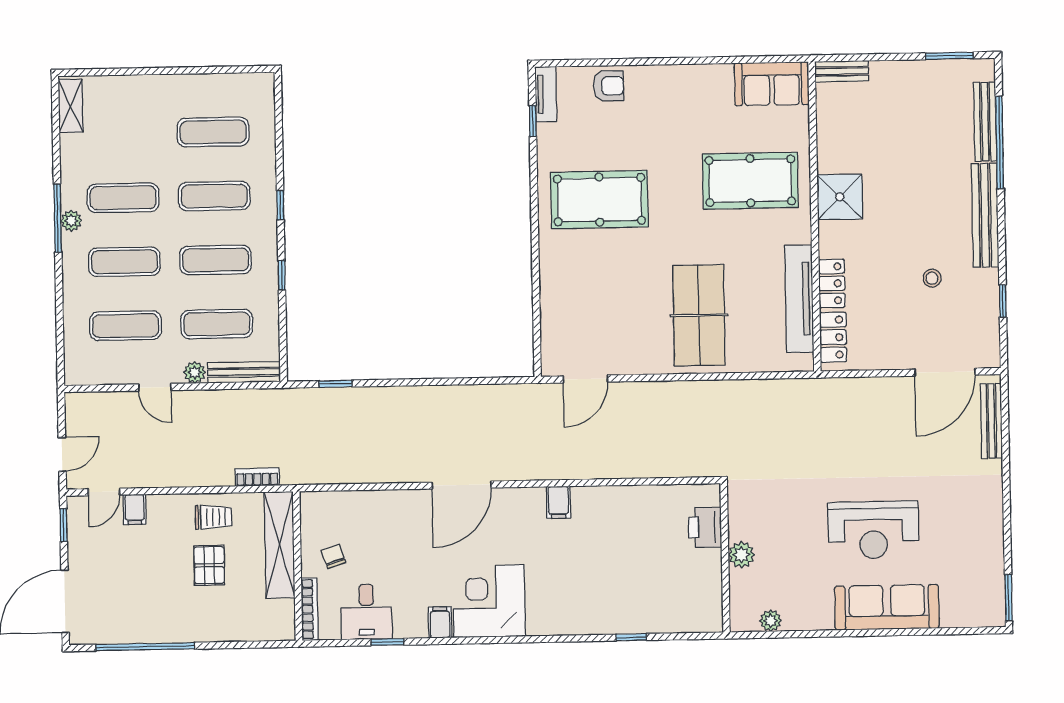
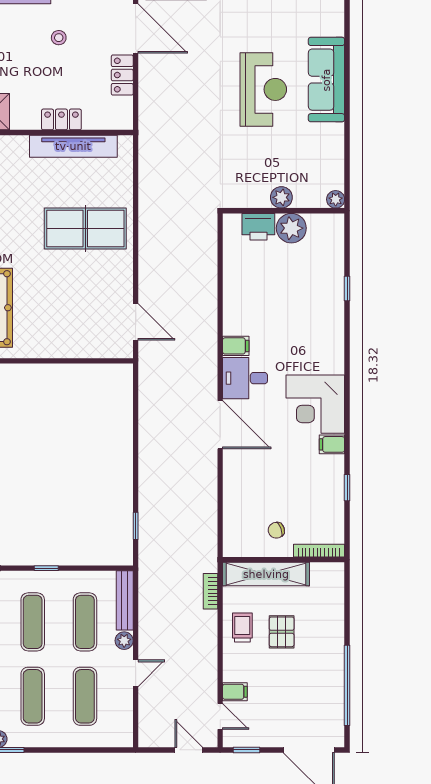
locker: (833, 337) -> (122, 75), moved, turned -90
pallet: (209, 565) -> (282, 632), turned 90
plant: (704, 568) -> (291, 228), added
desk: (366, 612) -> (245, 378), moved, turned 180
plant: (771, 621) -> (336, 199), moved

